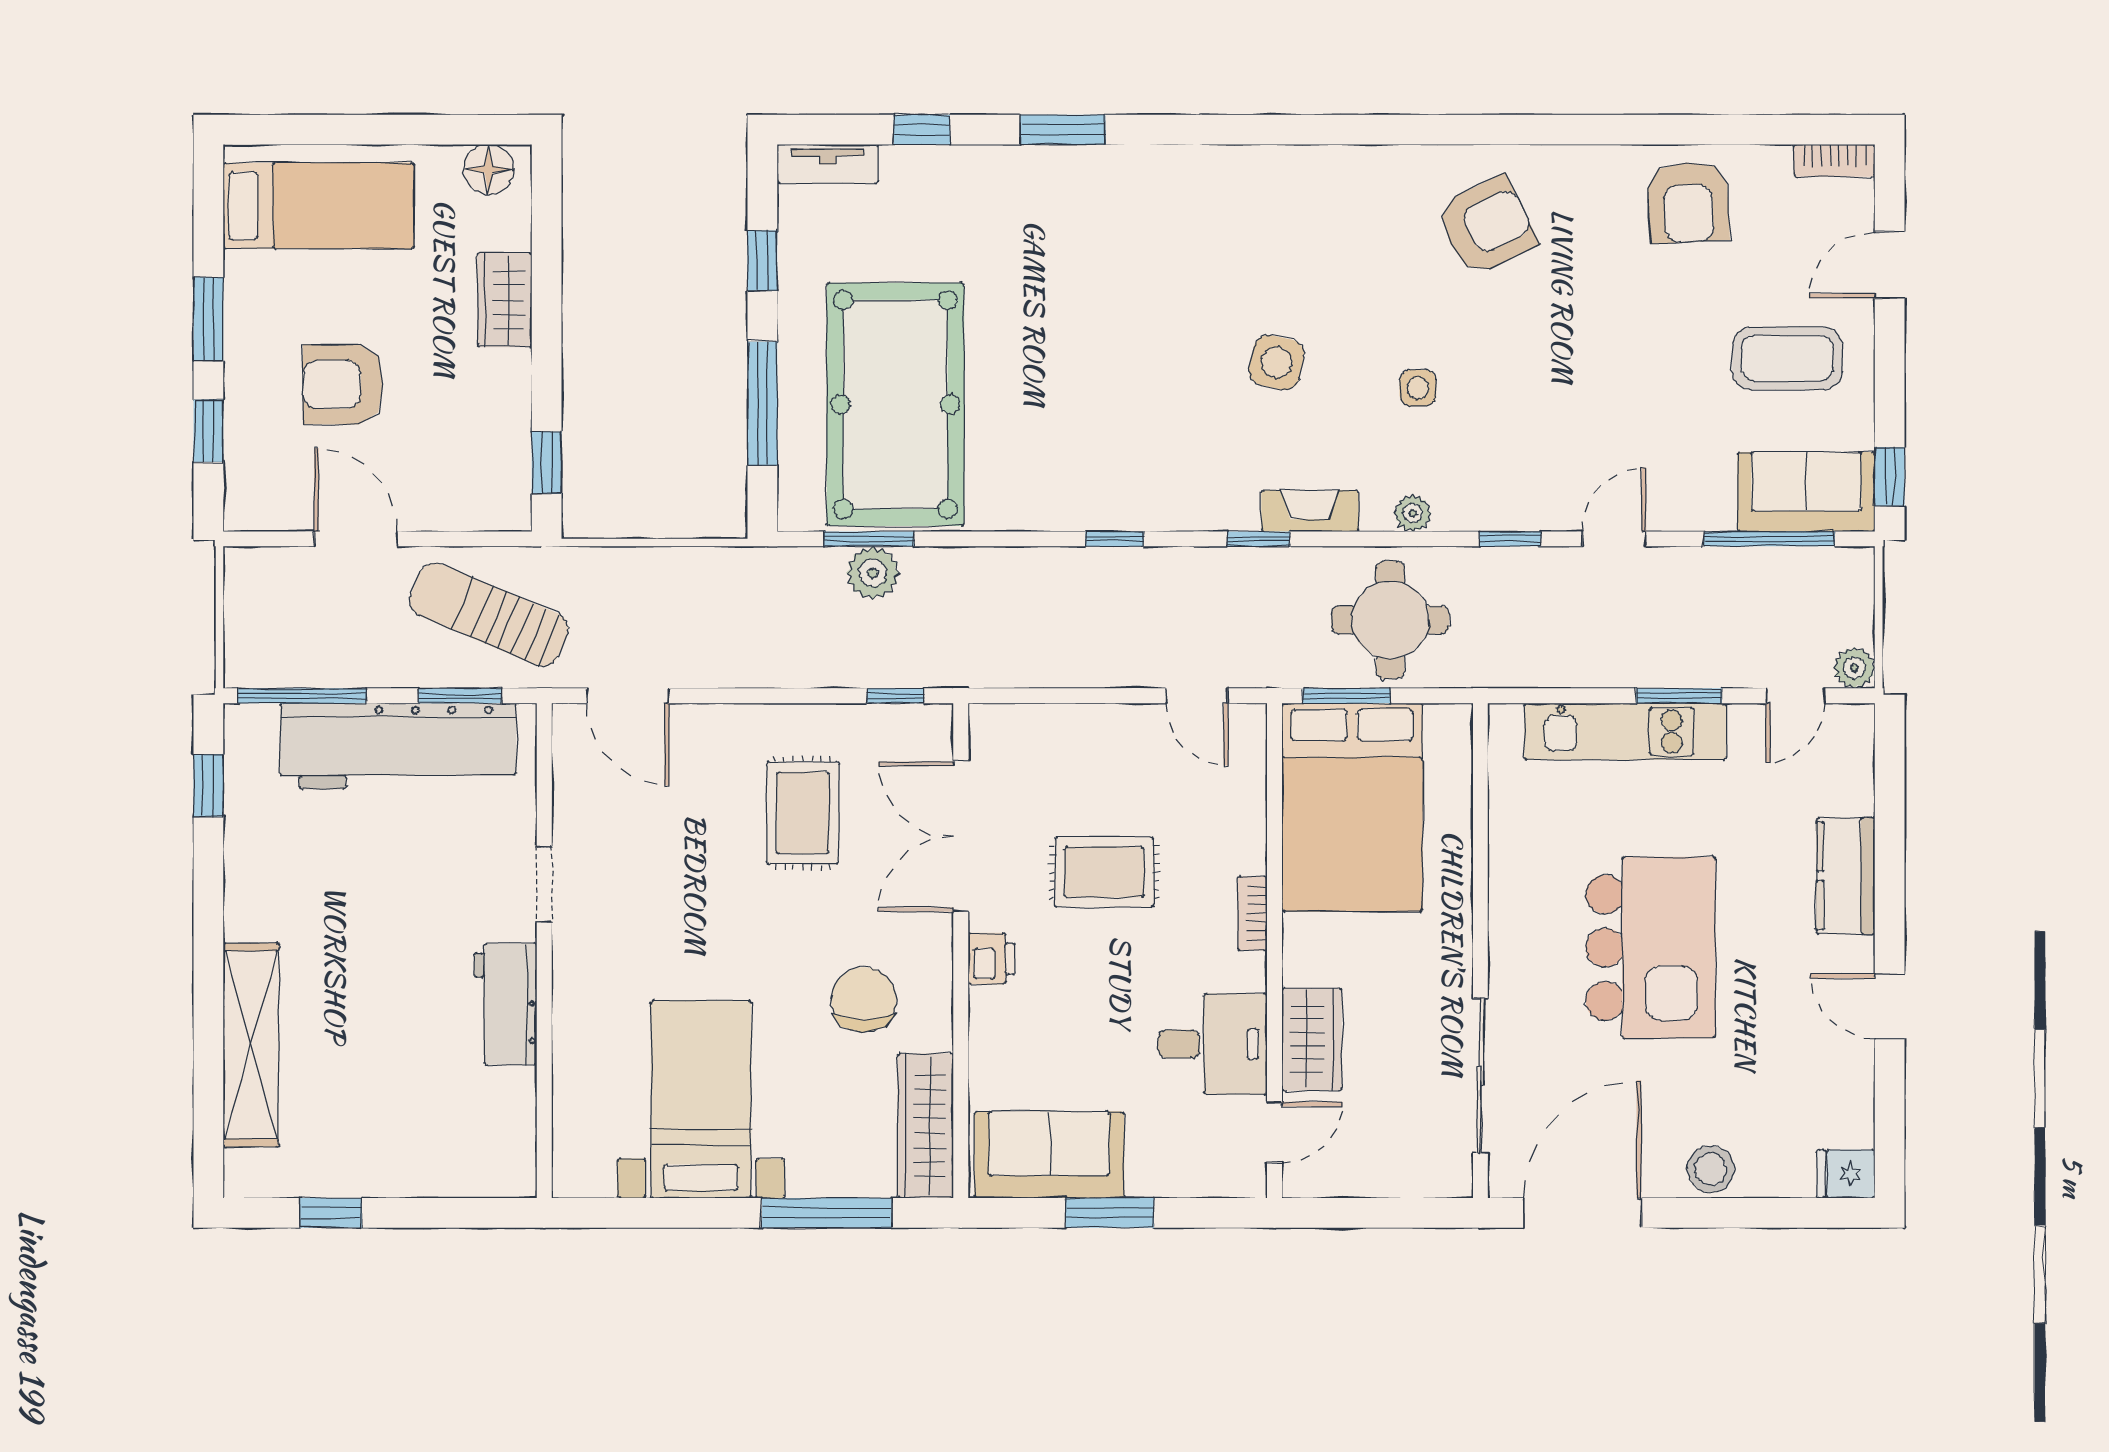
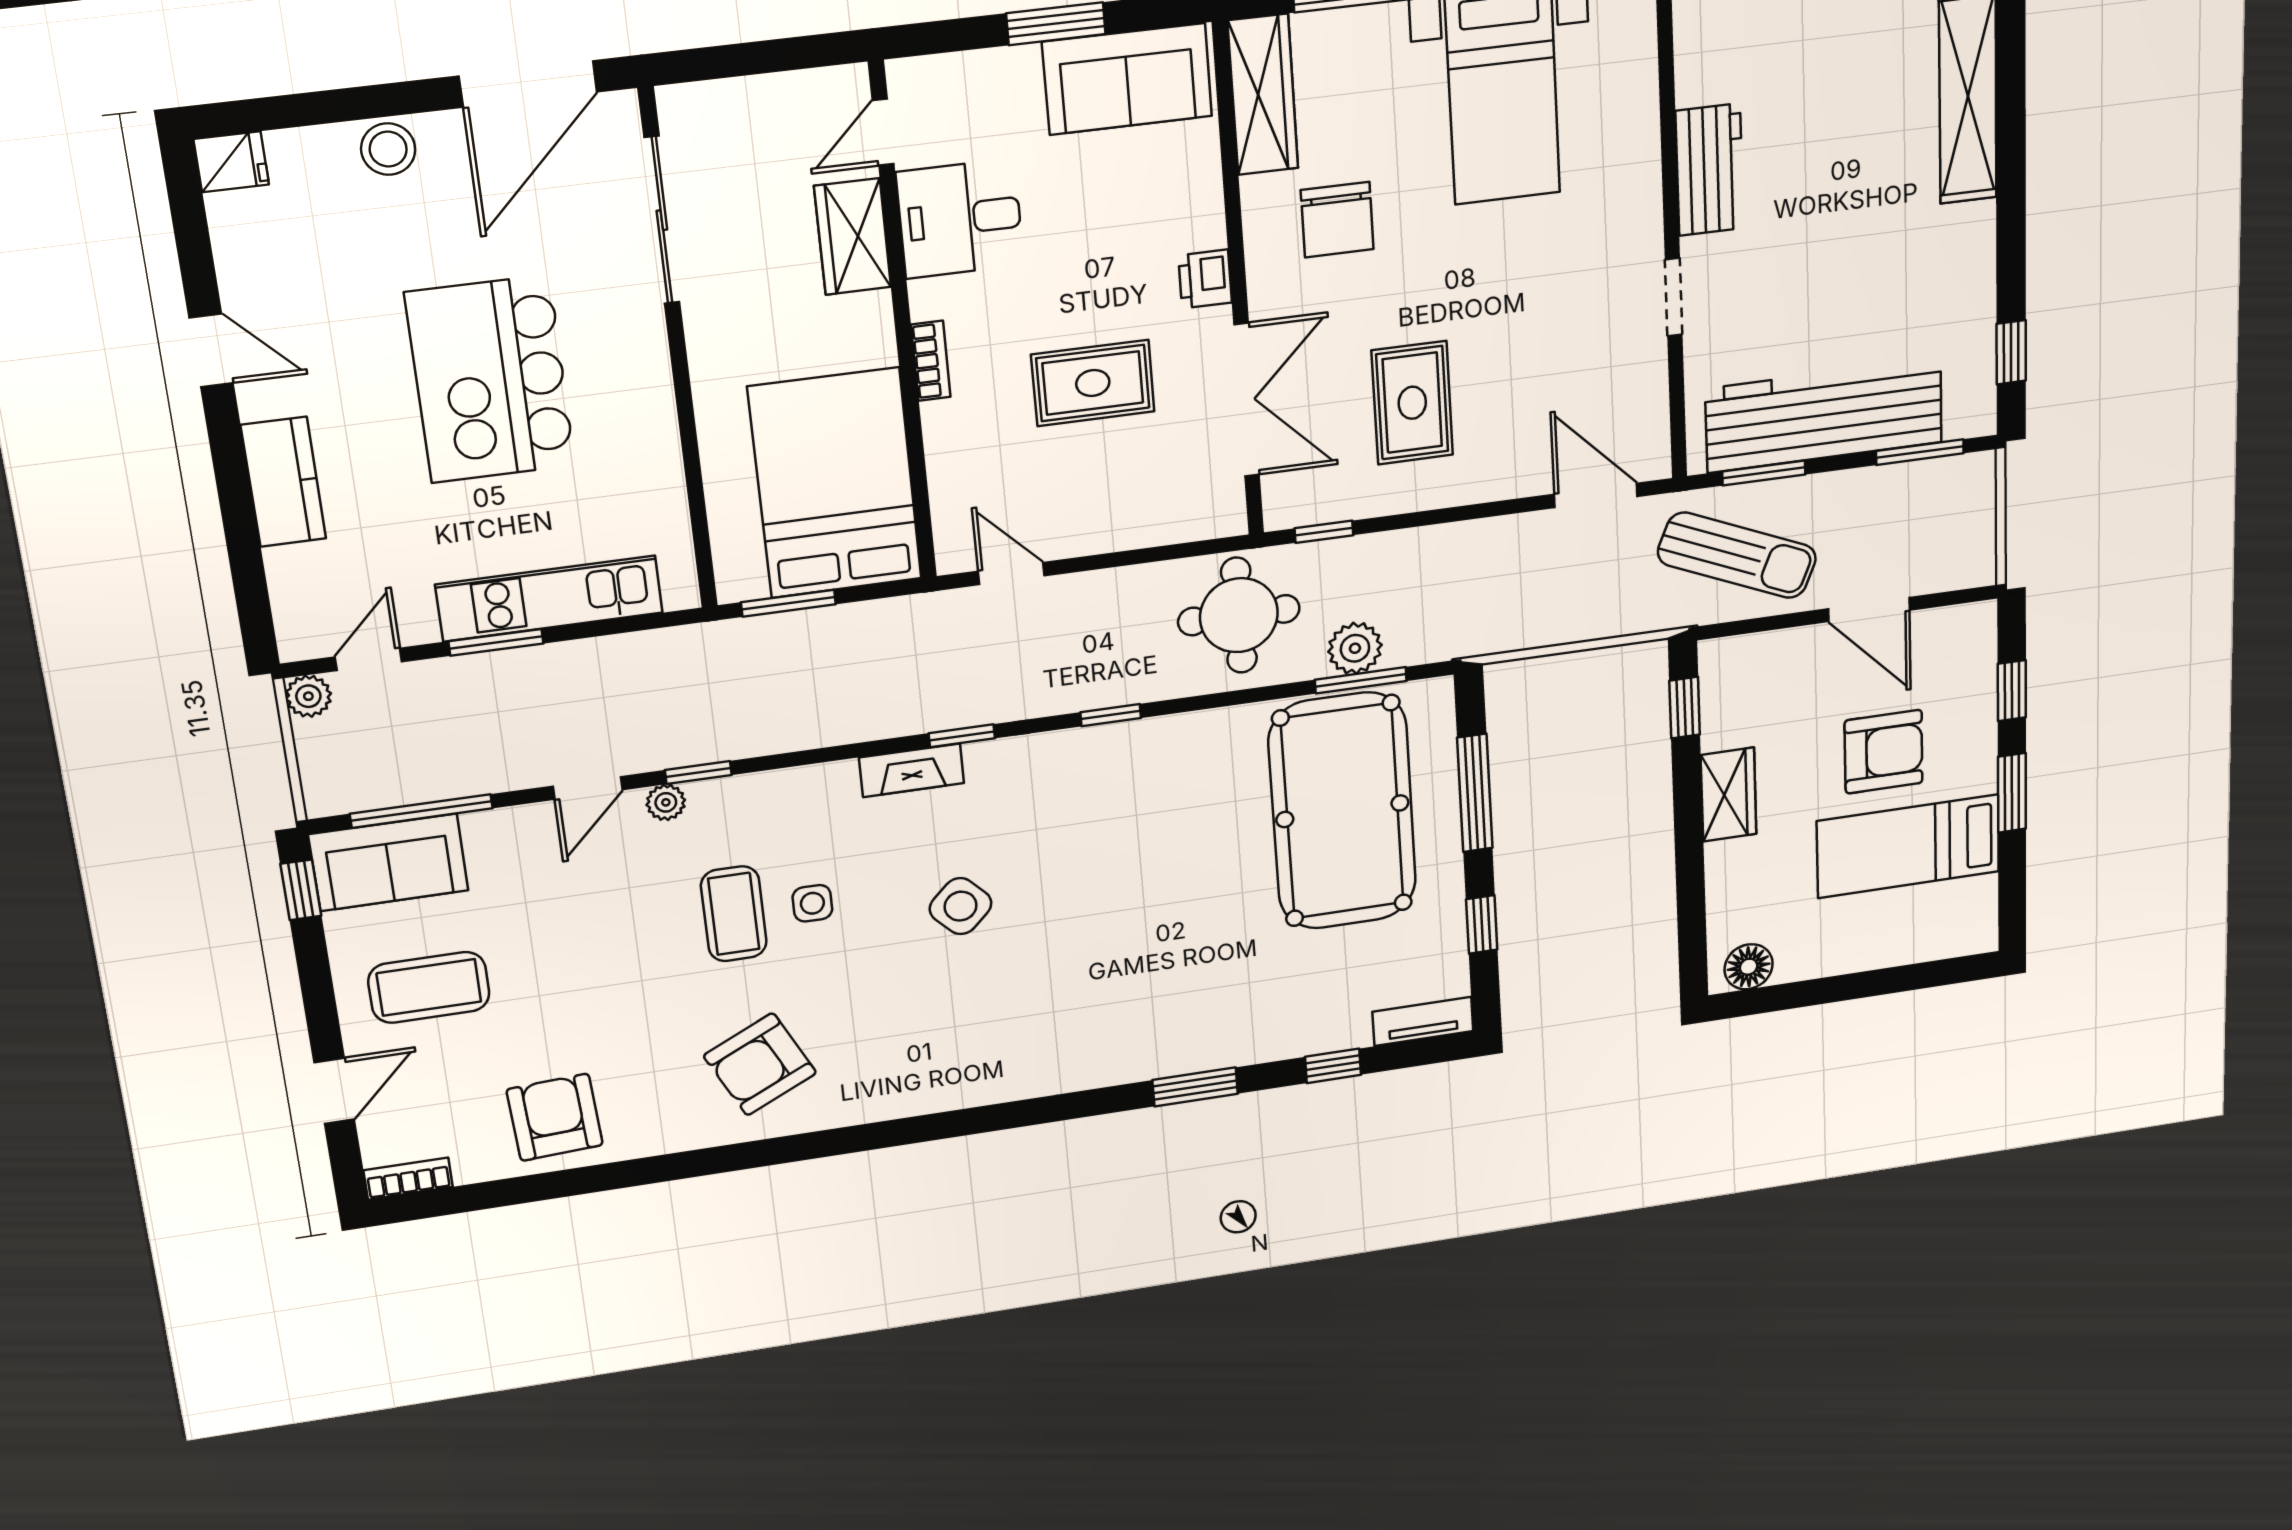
bed: (319, 206) -> (1908, 846), moved
wardrobe: (505, 300) -> (1728, 795), moved
side table: (1277, 362) -> (961, 906), turned 34
coffee table: (1494, 389) -> (734, 914), added
plant: (1413, 513) -> (666, 802), moved
round table: (1390, 620) -> (1239, 615), moved
window: (302, 696) -> (1920, 452), width x0.69
window: (1346, 696) -> (788, 603), moved

